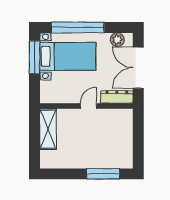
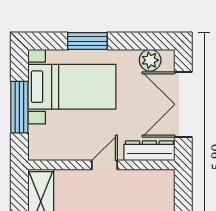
window: (78, 27) -> (87, 41), width x0.47
window: (34, 57) -> (19, 107), moved

